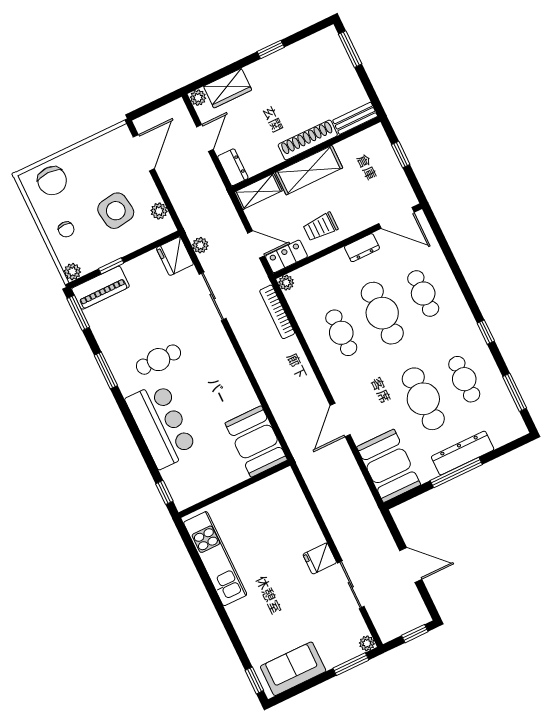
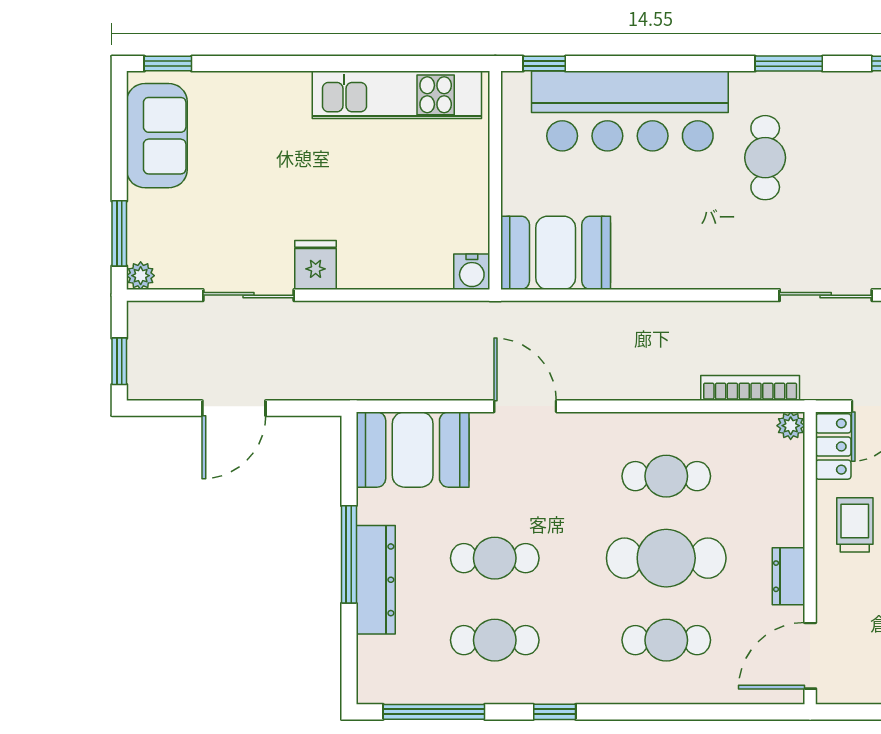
window: (515, 392) -> (434, 712), width x1.44
cafe table: (423, 399) -> (495, 558), width x0.73, depth x0.74
bar counter: (161, 425) -> (630, 111), width x1.36
water cooler: (286, 479) -> (472, 272), added

